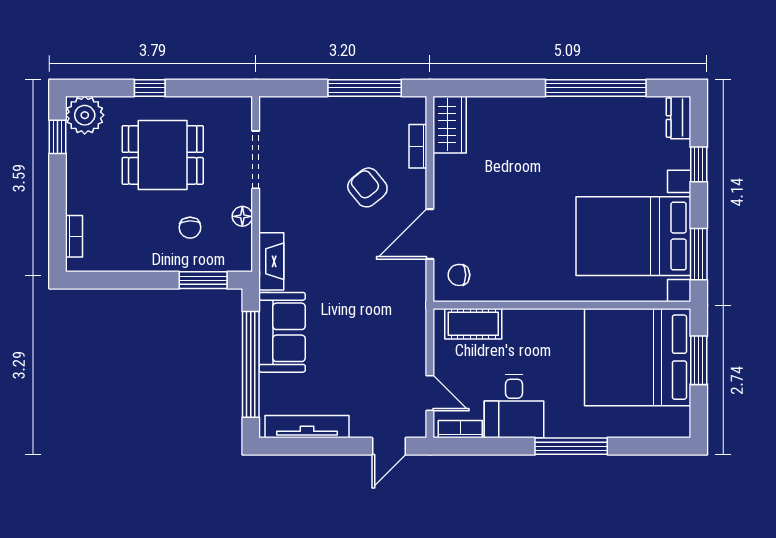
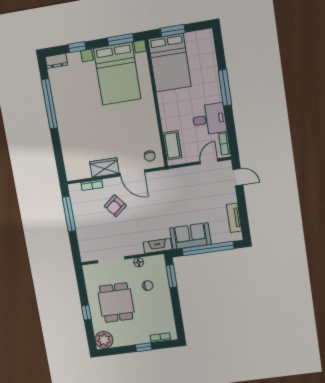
wardrobe: (450, 125) -> (104, 168), moved
window: (58, 137) -> (144, 347), moved
bed: (638, 357) -> (170, 63), width x0.73
tv unit: (307, 427) -> (234, 218), width x0.71

